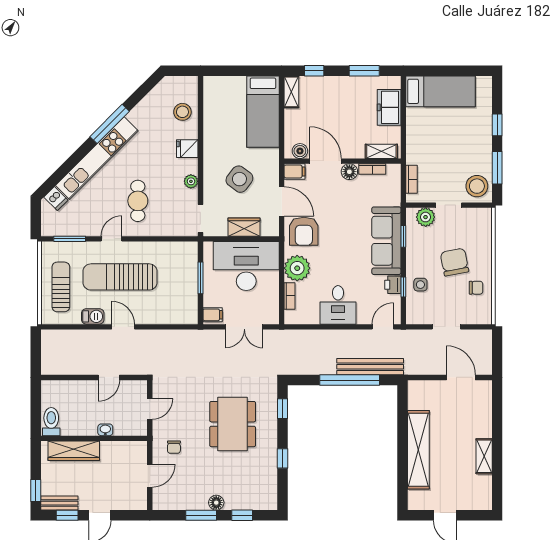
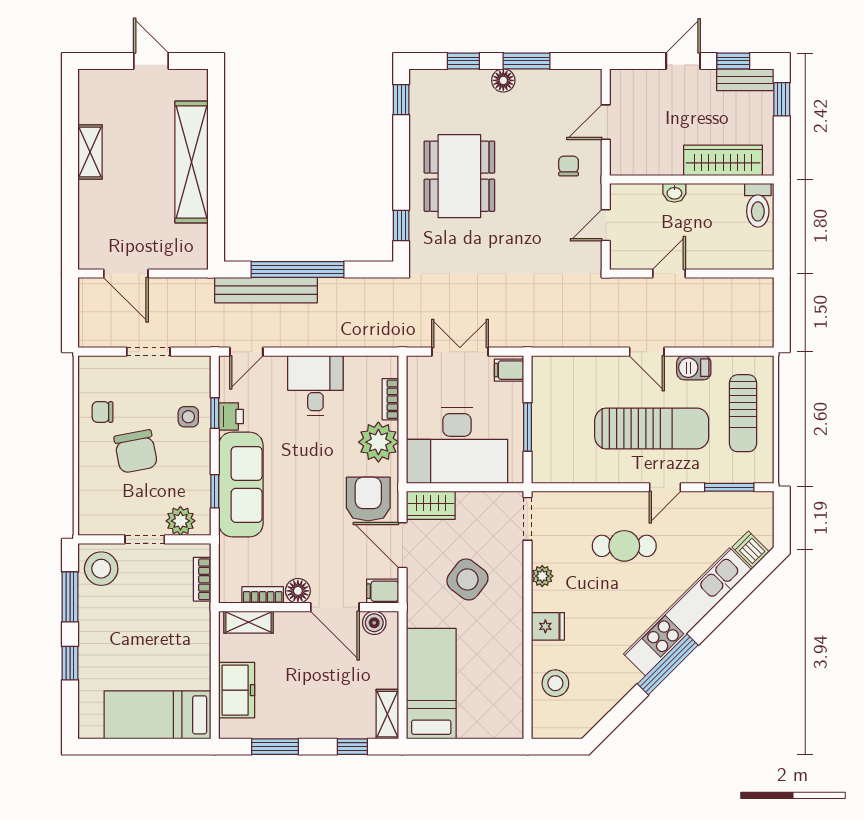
cafe table: (138, 201) -> (624, 546), turned 90
wardrobe: (244, 227) -> (431, 505), moved
dining table: (233, 424) -> (459, 176), moved
window: (282, 458) -> (401, 100), moved

